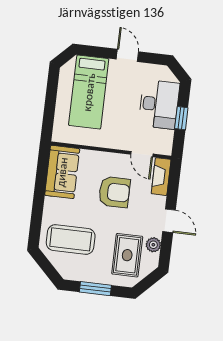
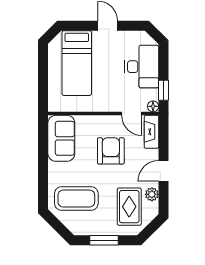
window: (181, 118) -> (163, 90), moved
floor lamp: (166, 149) -> (153, 106), added
armchair: (114, 192) -> (111, 151), turned -90
door: (169, 221) -> (163, 171), swing flipped

